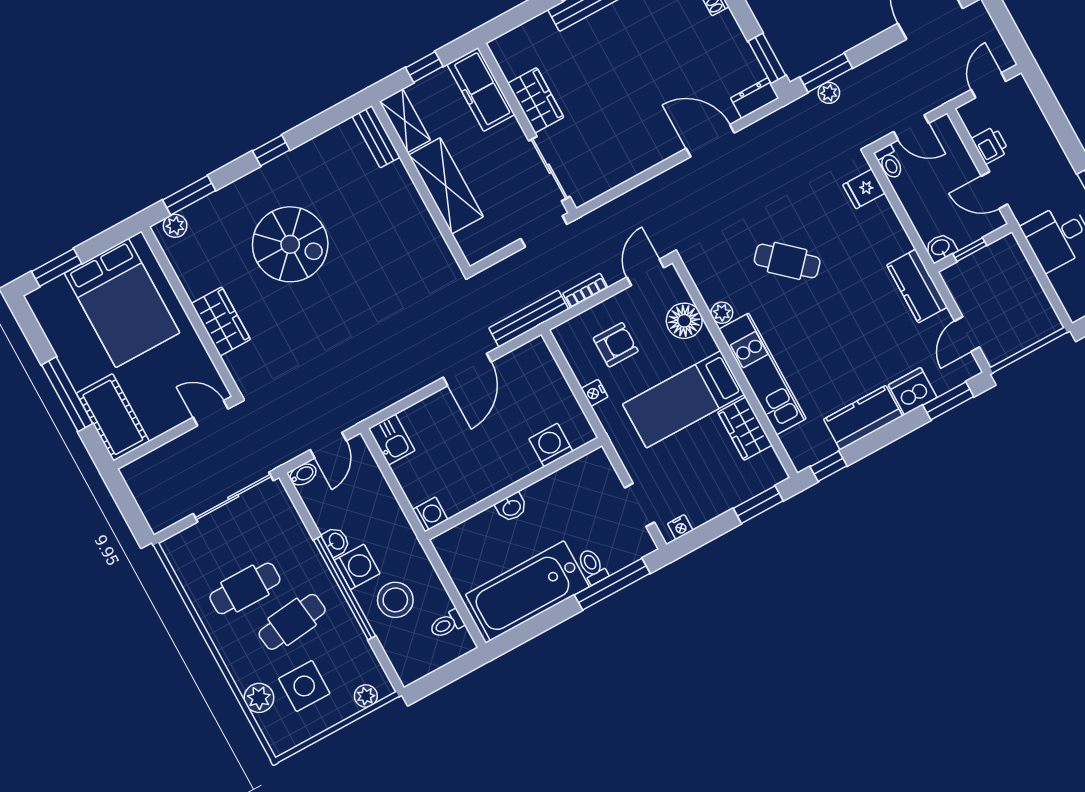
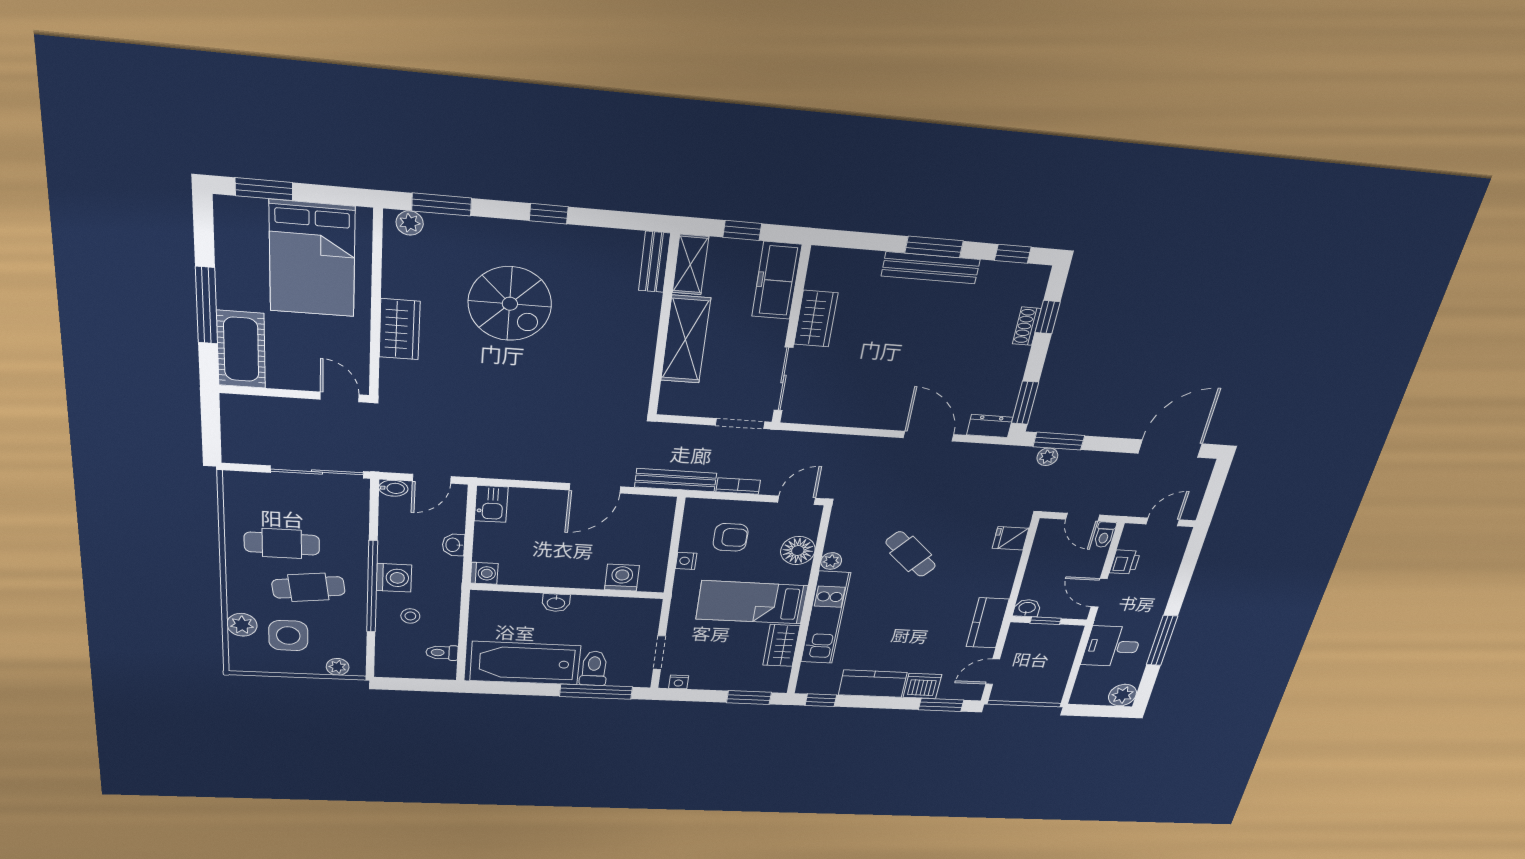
toilet: (889, 162) -> (1104, 535), moved
washbasin: (336, 542) -> (453, 545), moved, turned 180
toilet: (592, 566) -> (594, 668), width x1.37, depth x1.39
stool: (395, 600) -> (410, 616), width x0.53, depth x0.53

